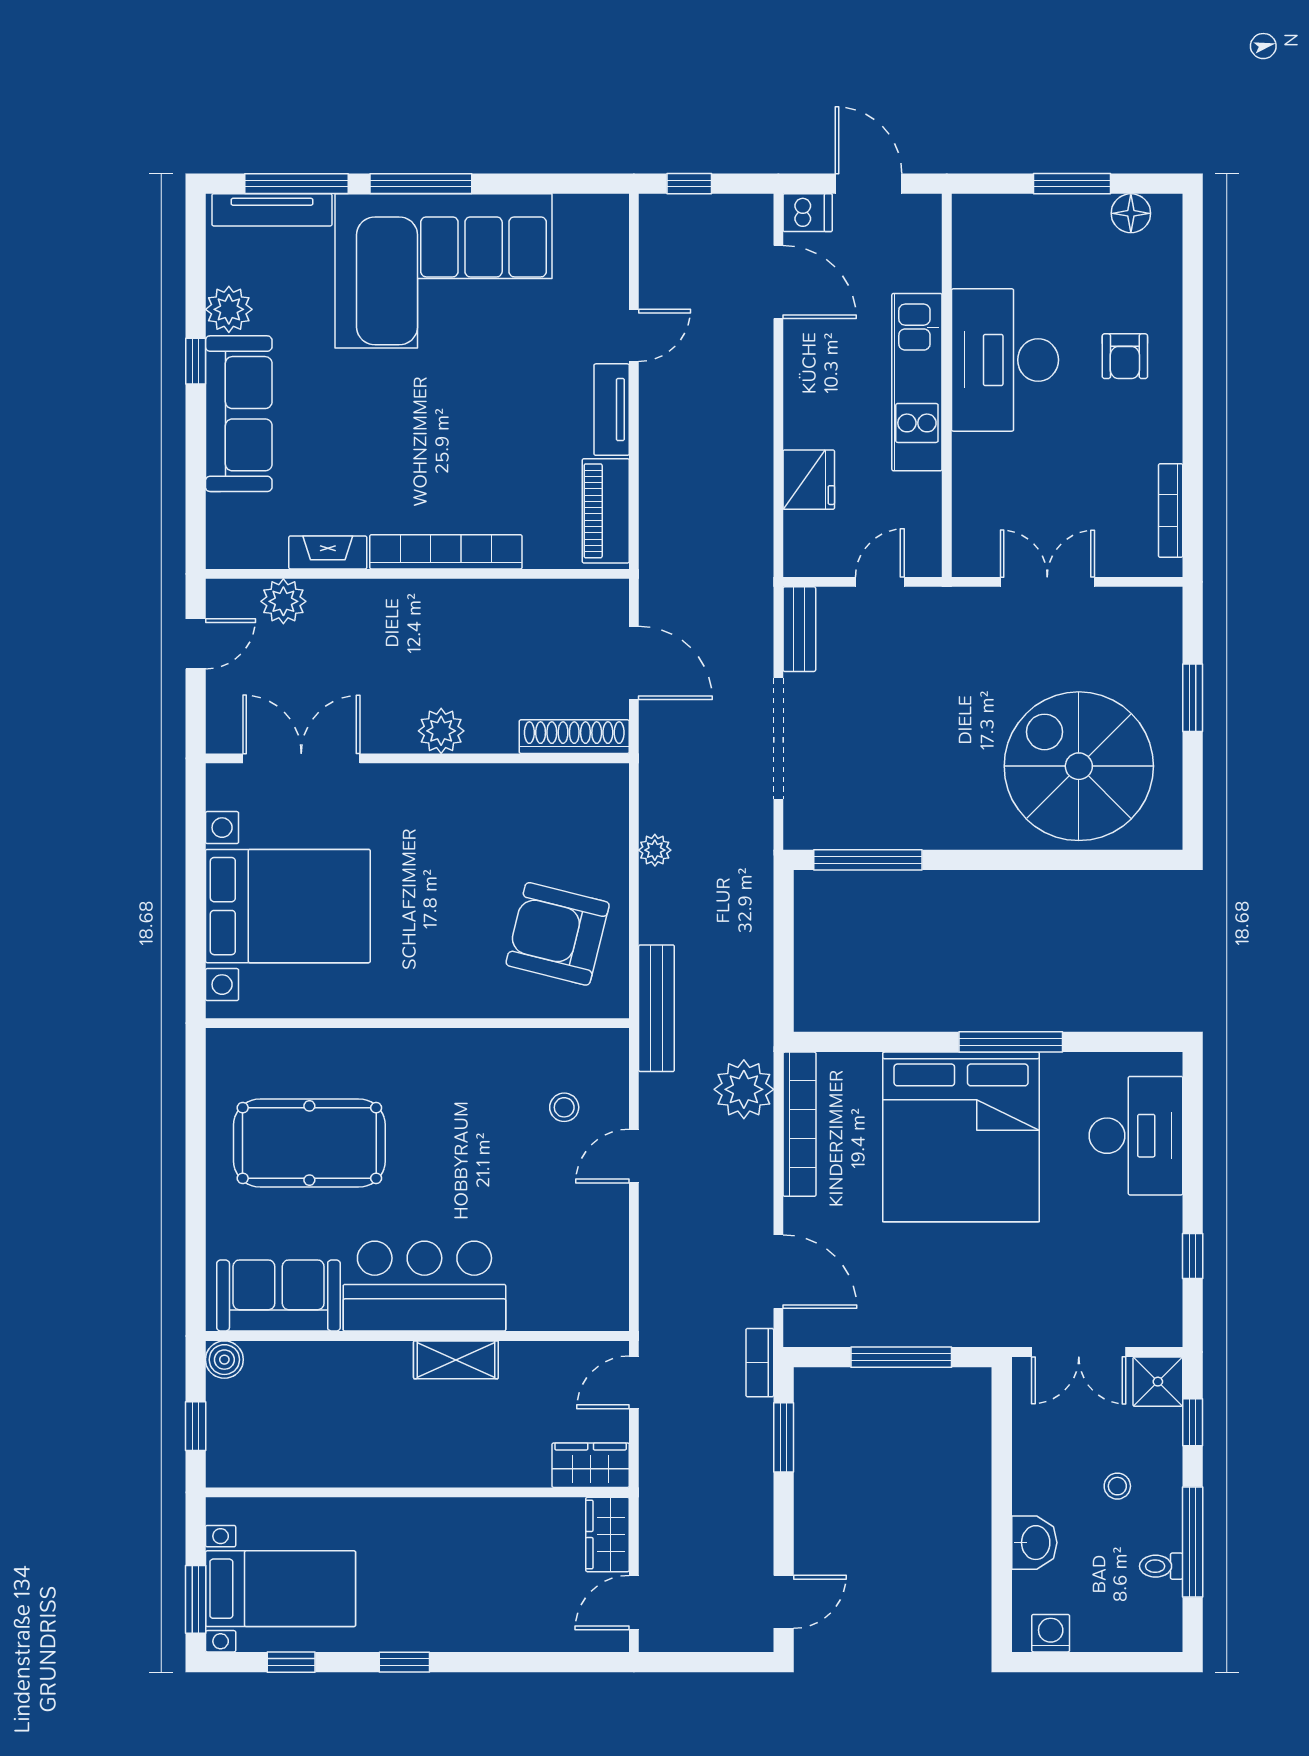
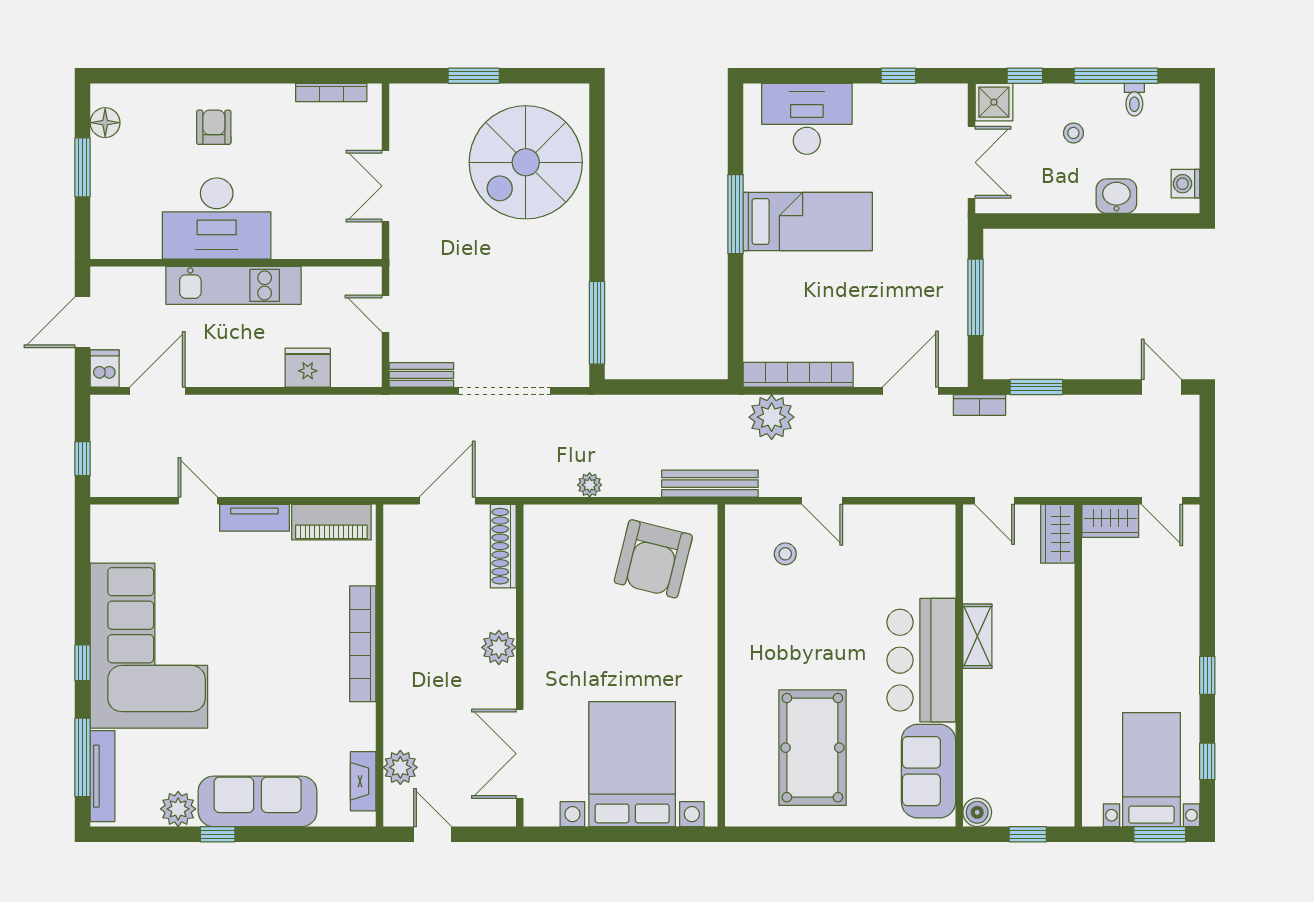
window: (421, 184) -> (83, 663), width x0.46
armchair: (1125, 356) -> (214, 127), turned -90
fireplace: (328, 552) -> (363, 781), moved
bed: (961, 1137) -> (808, 221), width x0.49

